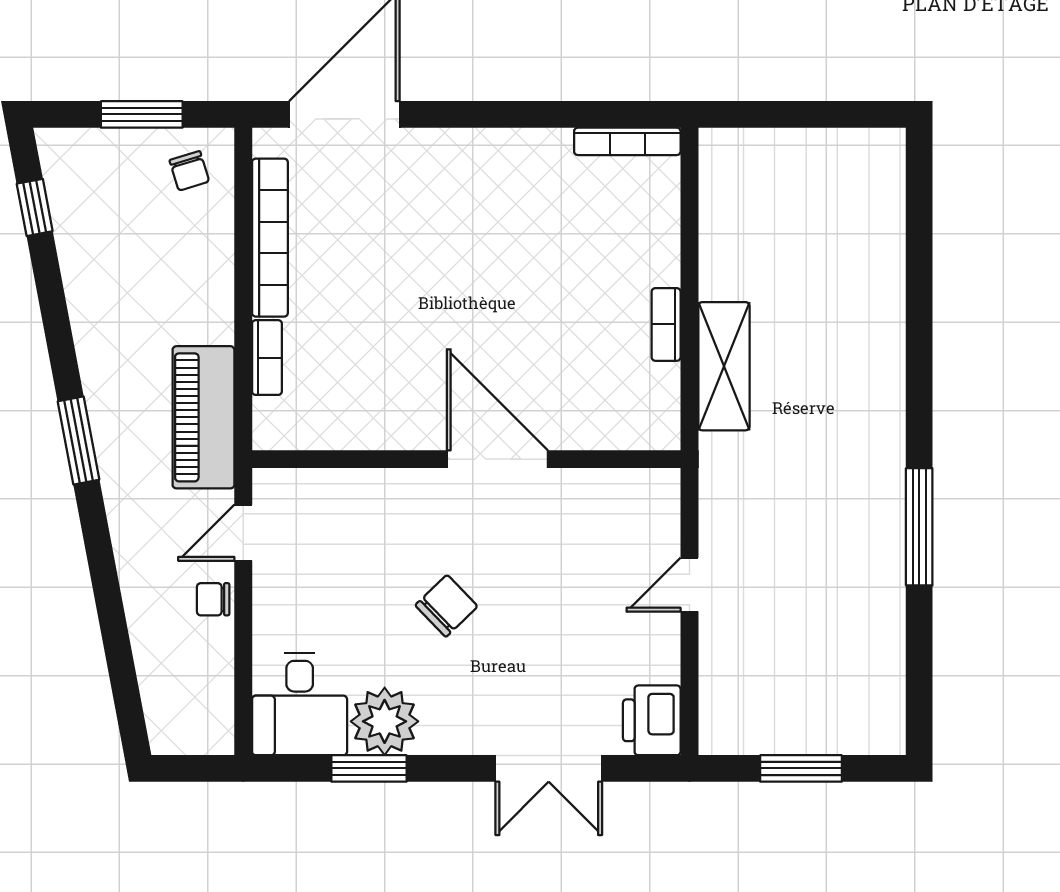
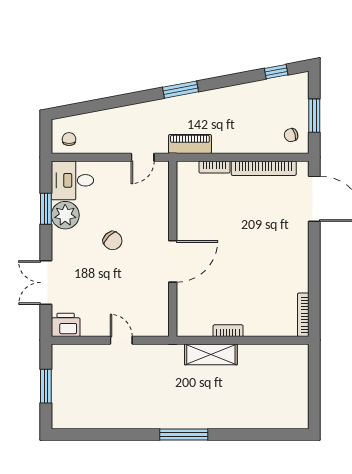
piano: (203, 417) -> (190, 144), width x0.73, depth x0.75
window: (919, 527) -> (184, 435), moved
door: (243, 533) -> (143, 157), swing flipped
chair: (213, 599) -> (69, 139), moved

